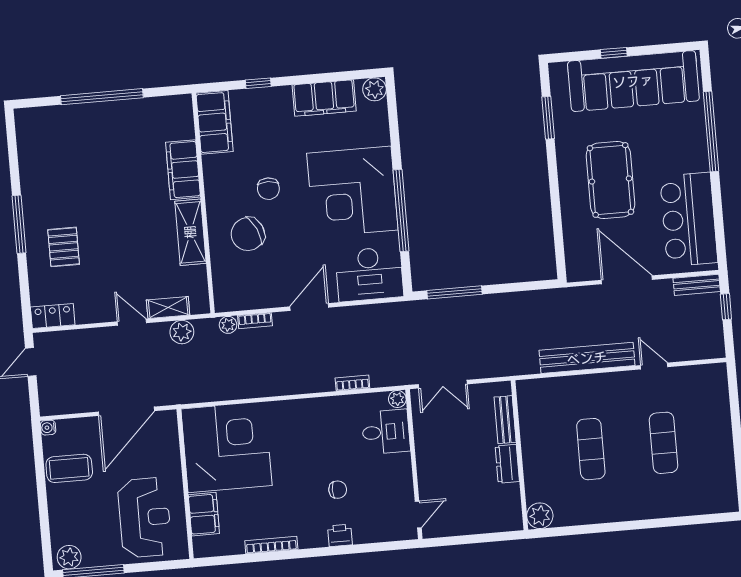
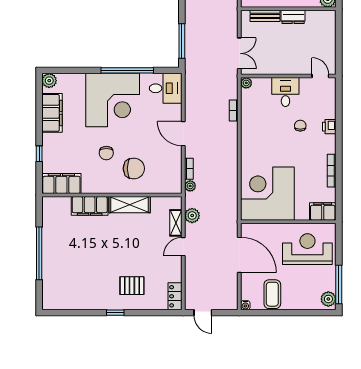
chair: (268, 189) -> (106, 153), turned 89
window: (19, 224) -> (115, 313), width x0.46
chair: (248, 234) -> (134, 168), turned -65
desk: (369, 274) -> (166, 88), width x0.73
desk: (386, 432) -> (285, 92), moved
filing cabinet: (204, 514) -> (323, 211), moved

